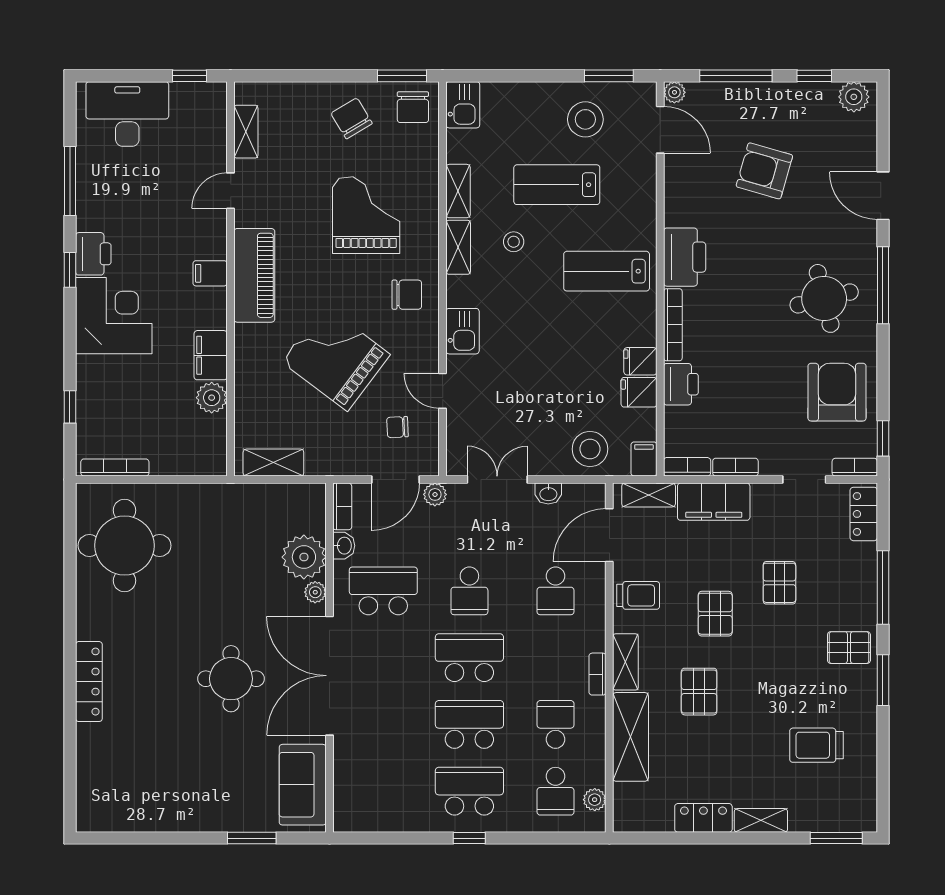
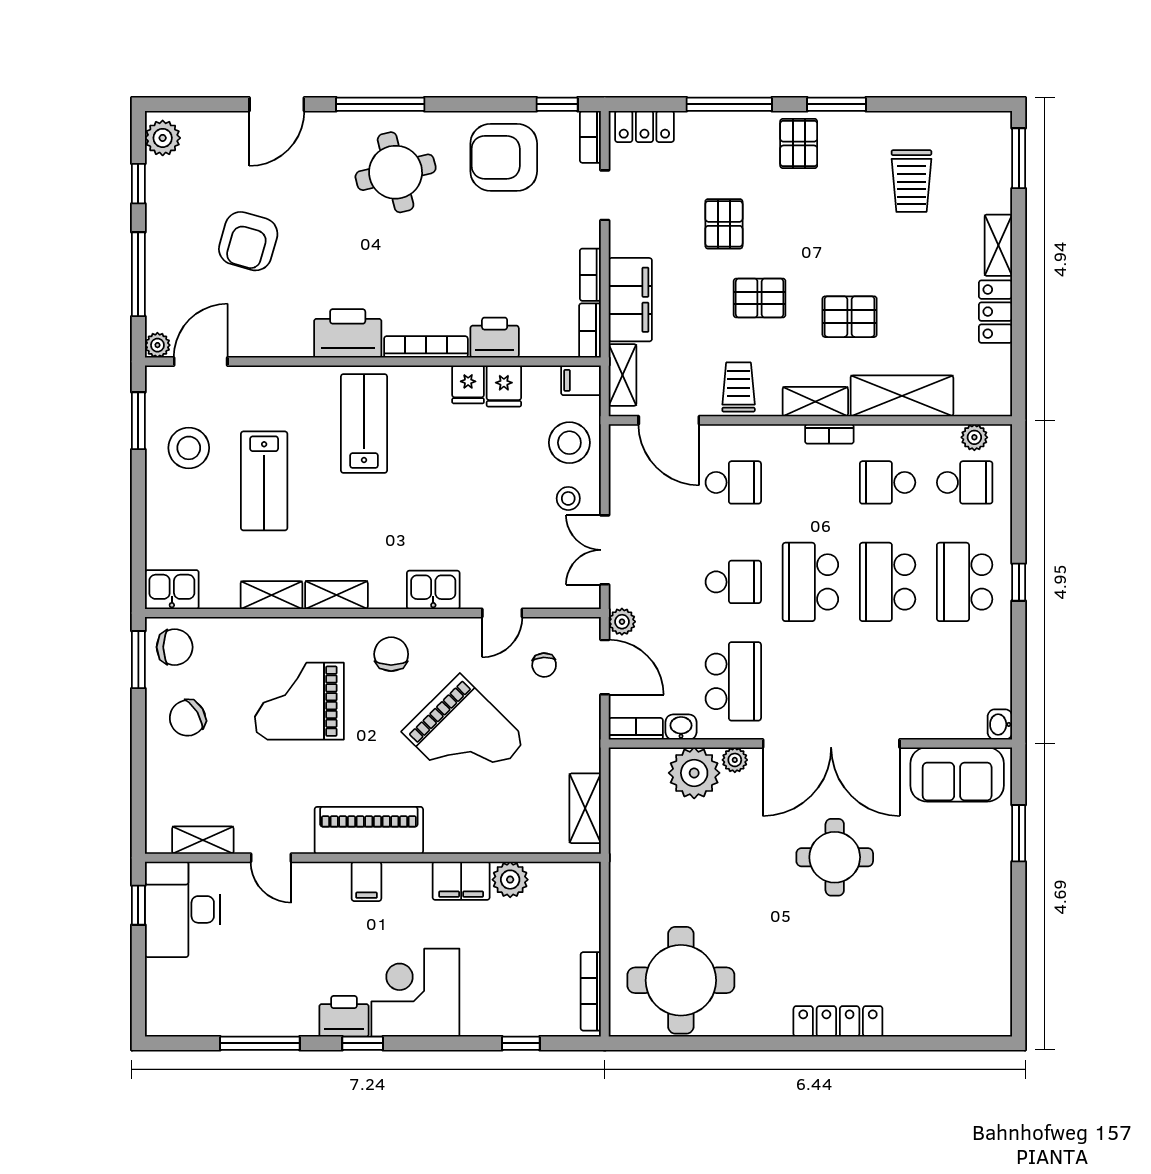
desk: (127, 114) -> (182, 909), moved
stool: (514, 242) -> (568, 498), moved
lab bench: (607, 271) -> (364, 423), turned 180
grand piano: (336, 358) -> (464, 736), turned -82
washbasin: (548, 494) -> (1000, 724), moved, turned 180
pallet: (779, 583) -> (724, 224), turned 90
school desk: (383, 591) -> (733, 681), turned 180

